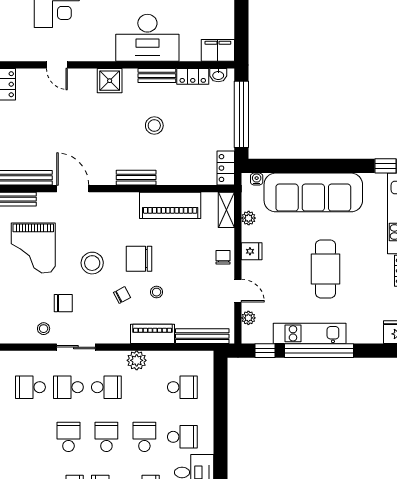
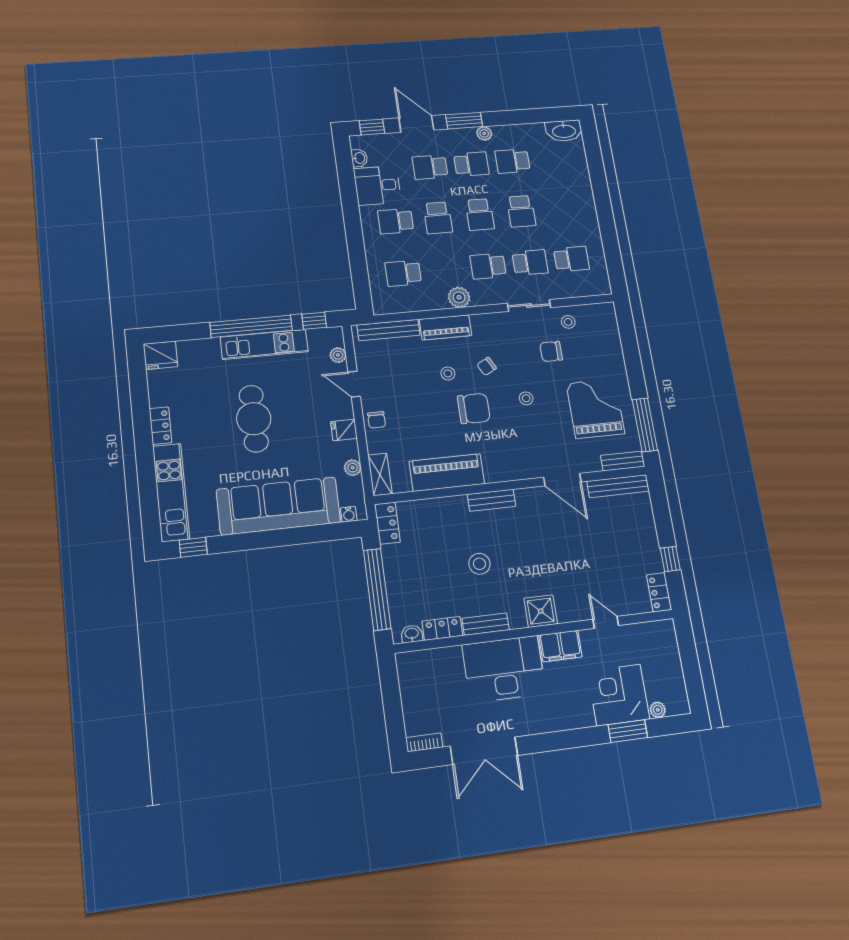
filing cabinet: (218, 50) -> (560, 646), moved
stool: (92, 263) -> (526, 398), width x0.53, depth x0.53

